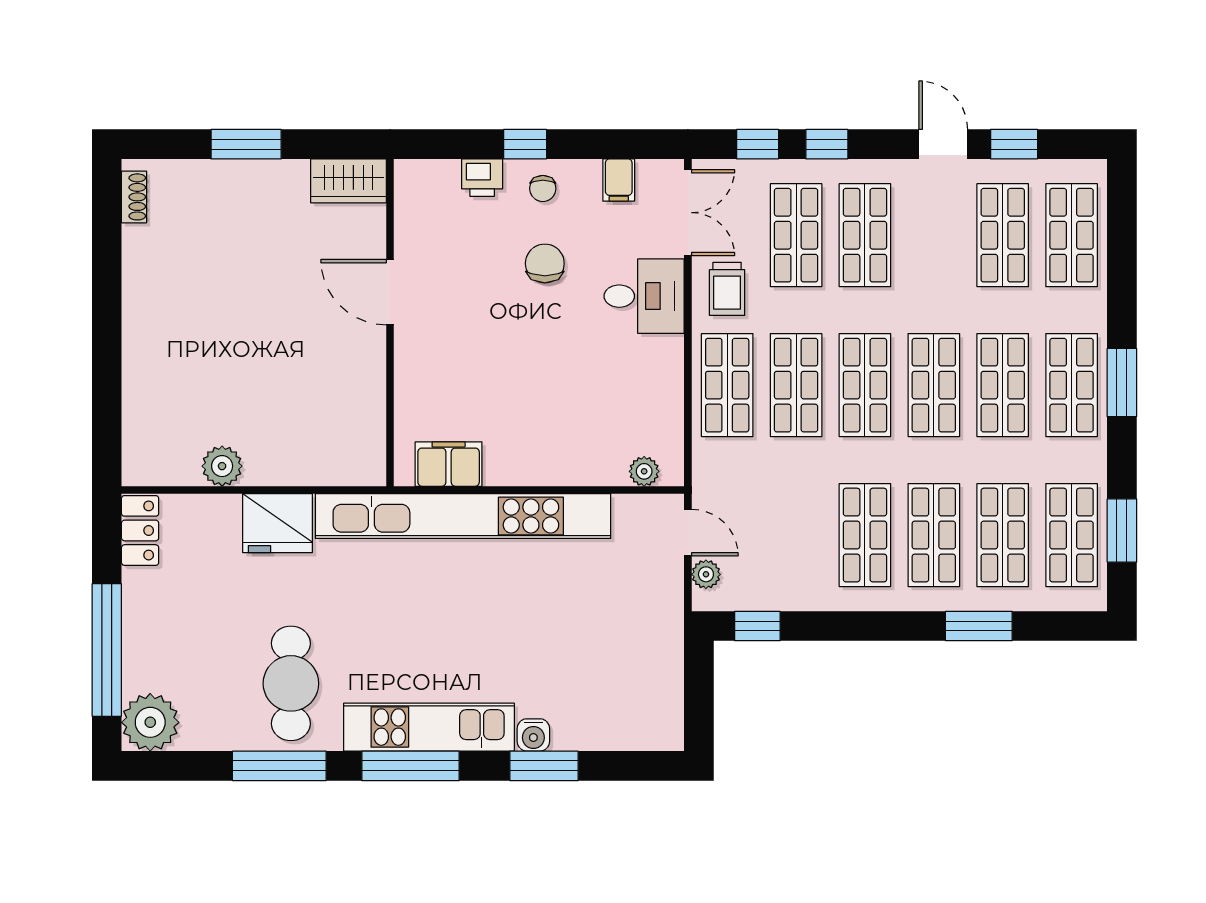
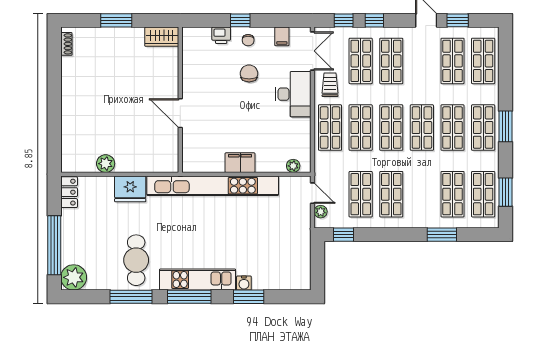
trolley: (727, 289) -> (330, 85), turned 180
door: (390, 292) -> (180, 113), moved
desk: (644, 296) -> (293, 94), width x1.37
filing cabinet: (449, 464) -> (240, 163), moved
shop shelf: (934, 535) -> (361, 194), moved

